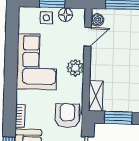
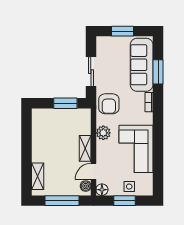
floor lamp: (65, 15) -> (102, 190), moved
plant: (75, 68) -> (103, 133), moved
shelving: (96, 96) -> (85, 148), moved

